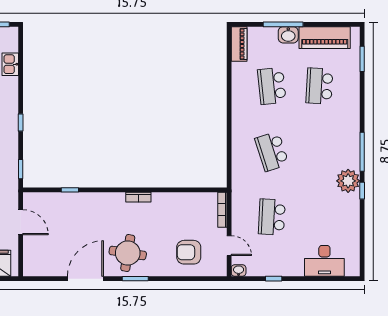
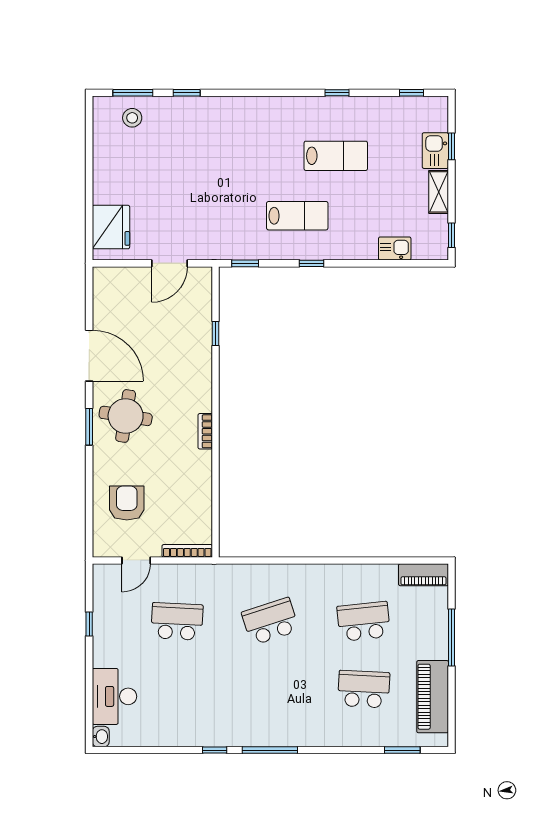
washbasin: (288, 35) -> (437, 645), removed
plant: (348, 181) -> (228, 730), removed
washbasin: (239, 270) -> (101, 737), moved

